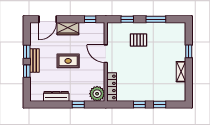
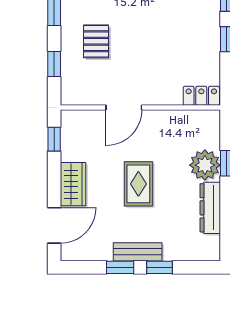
door: (48, 19) -> (54, 225), hinge flipped
locker: (112, 87) -> (201, 96), width x0.66
plant: (97, 94) -> (205, 165), moved

